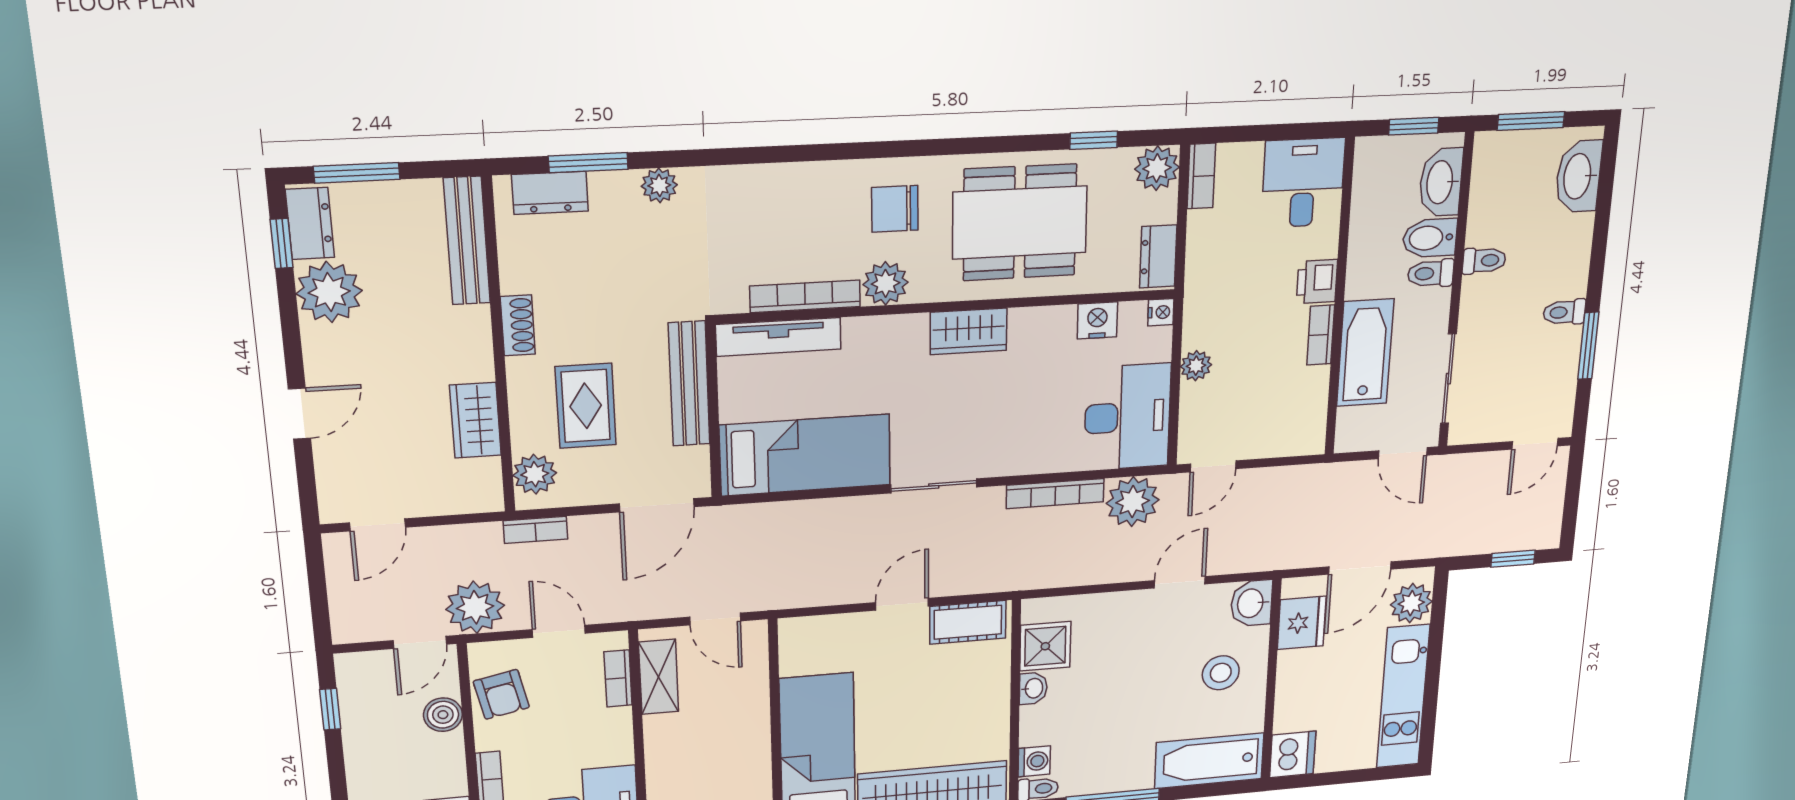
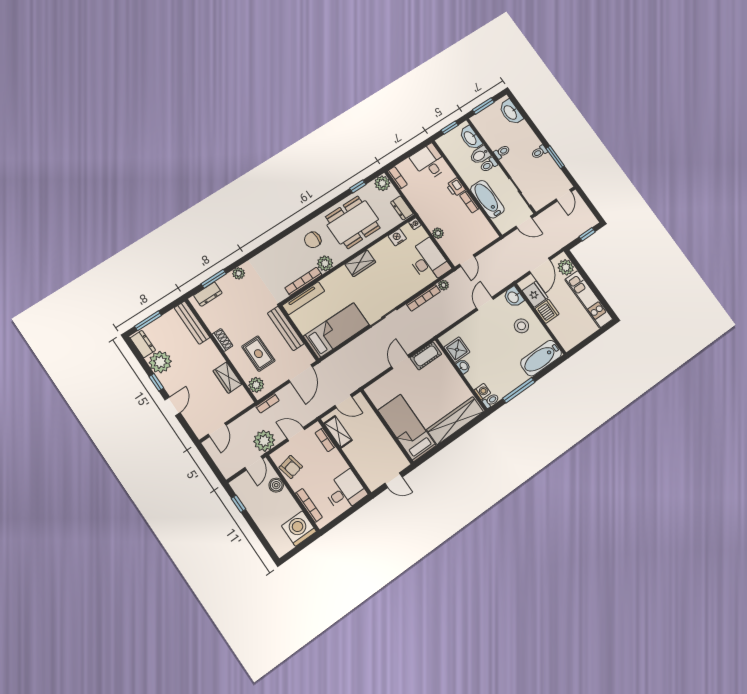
window: (282, 243) -> (156, 382), moved
plant: (1133, 502) -> (444, 285), width x0.53, depth x0.53
dishwasher: (1293, 754) -> (547, 311), moved

